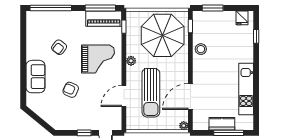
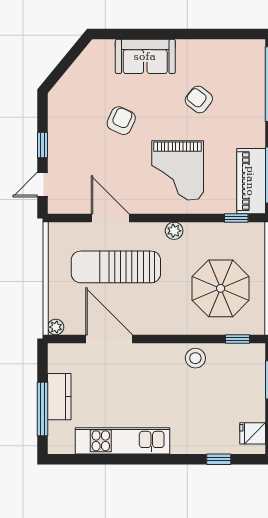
parasol: (163, 35) -> (221, 288), width x0.73, depth x0.73

